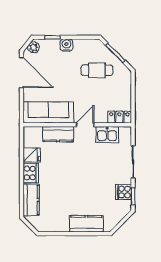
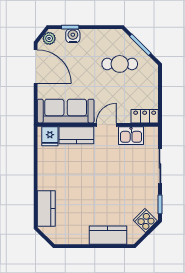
water cooler: (66, 45) -> (73, 36), moved
fridge: (32, 155) -> (50, 136), moved, turned 90
cooker: (31, 173) -> (46, 178), removed
cooker: (124, 192) -> (145, 221), moved, turned 45

